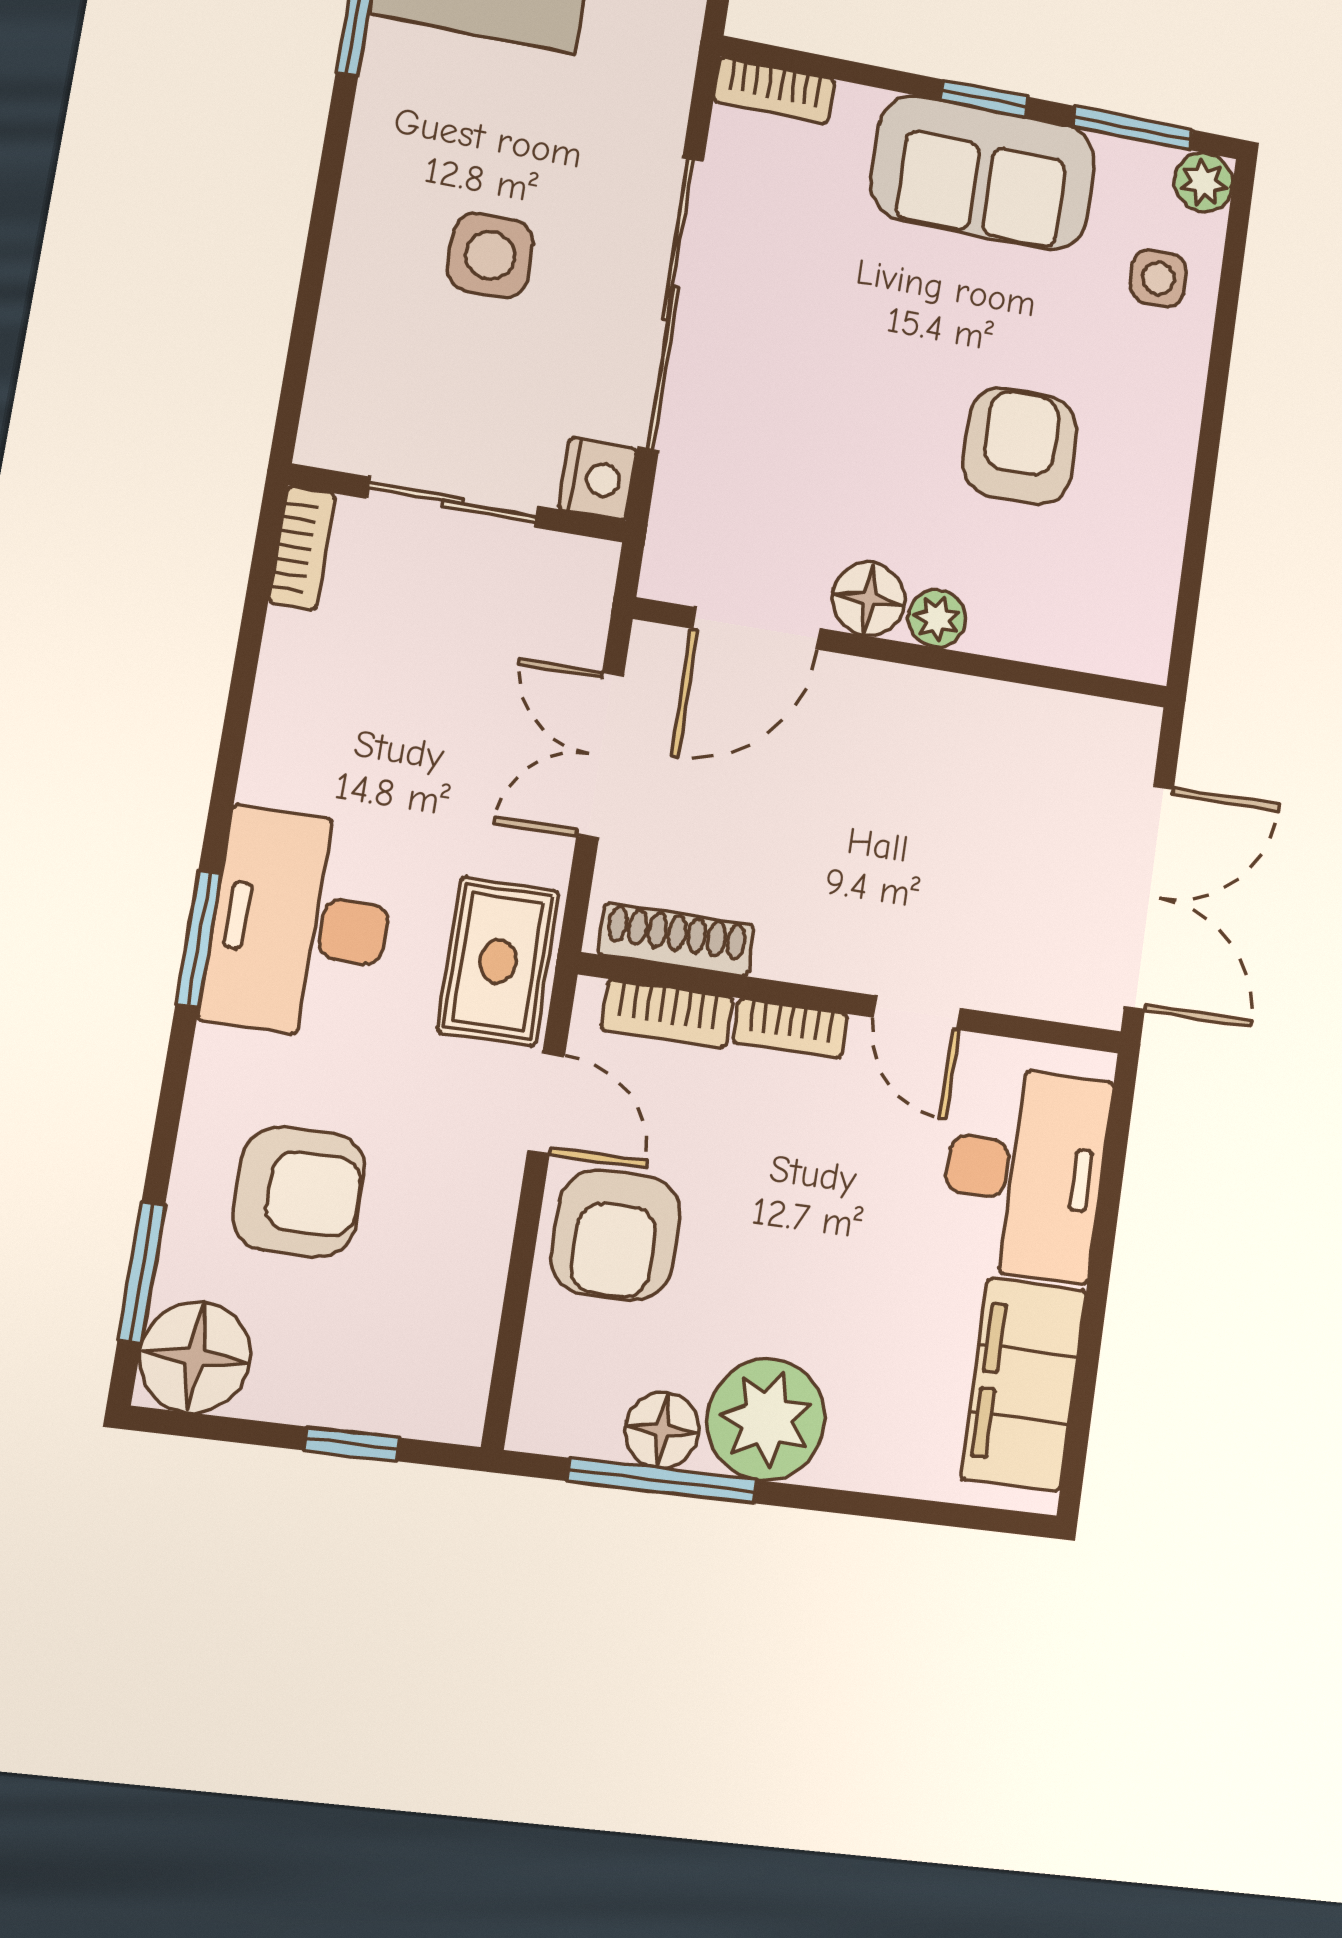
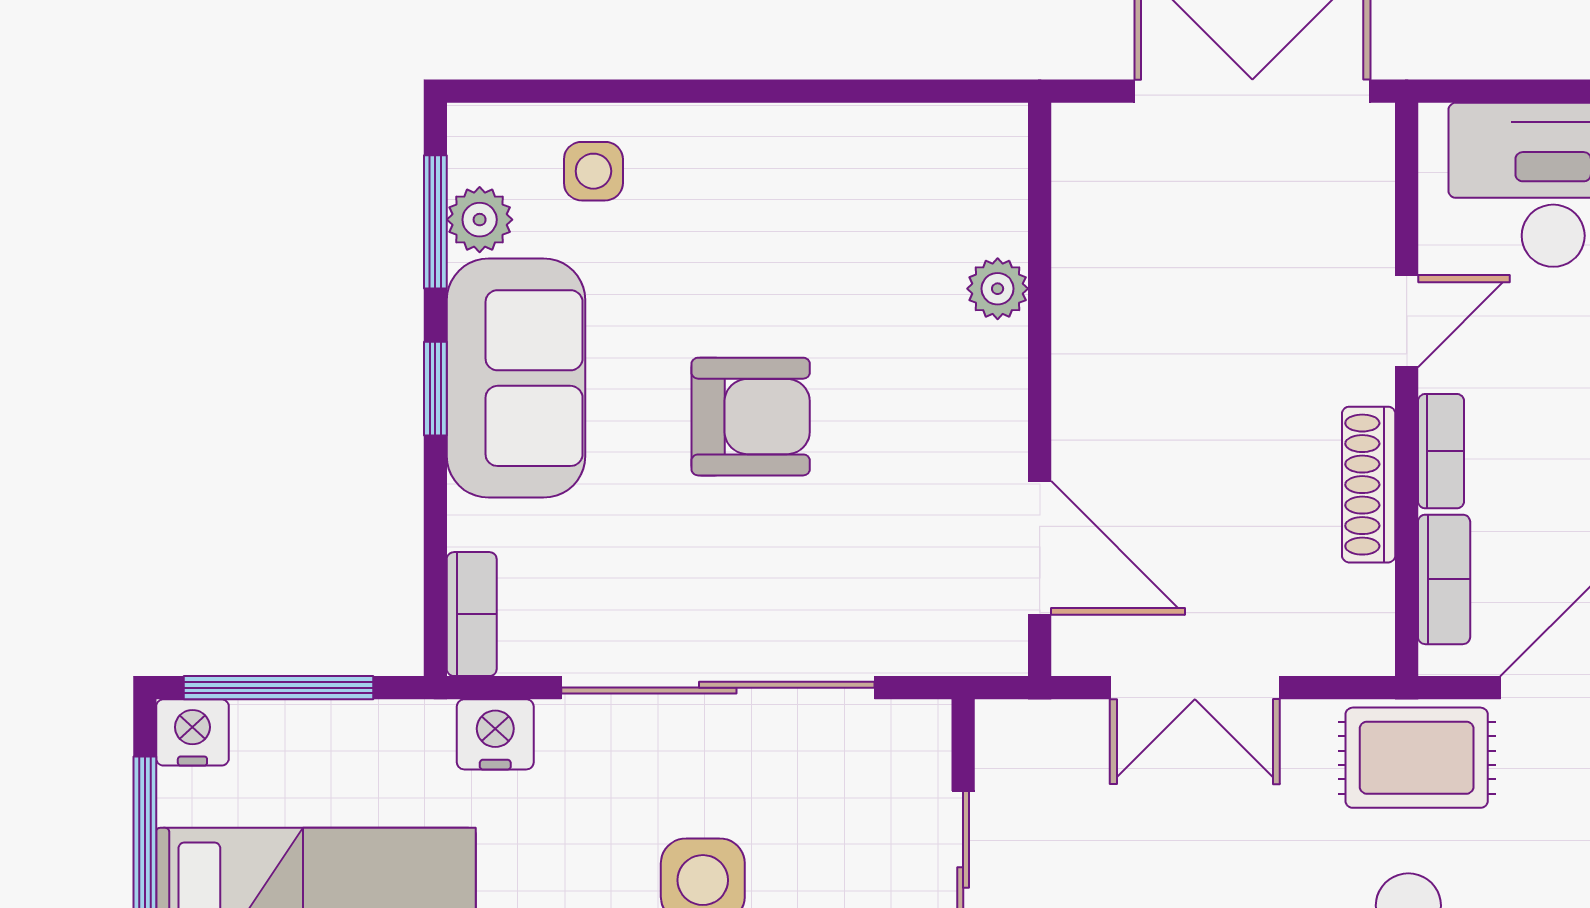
plant: (1204, 183) -> (480, 220), moved
armchair: (1020, 446) -> (751, 417), moved, turned 180
nightstand: (598, 479) -> (495, 734), moved
floor lamp: (869, 599) -> (990, 435), removed
plant: (937, 618) -> (998, 289), moved
shoe rack: (676, 940) -> (1369, 485), moved

